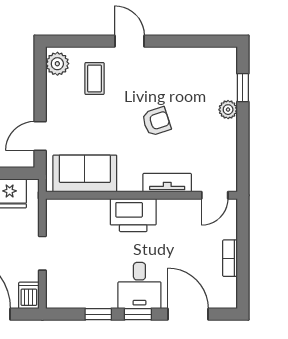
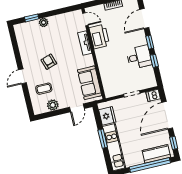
plant: (57, 64) -> (53, 105), moved
armchair: (156, 121) -> (49, 62), moved
door: (40, 136) -> (77, 108), hinge flipped
printer: (133, 215) -> (99, 37), moved
desk: (139, 286) -> (139, 57), moved

